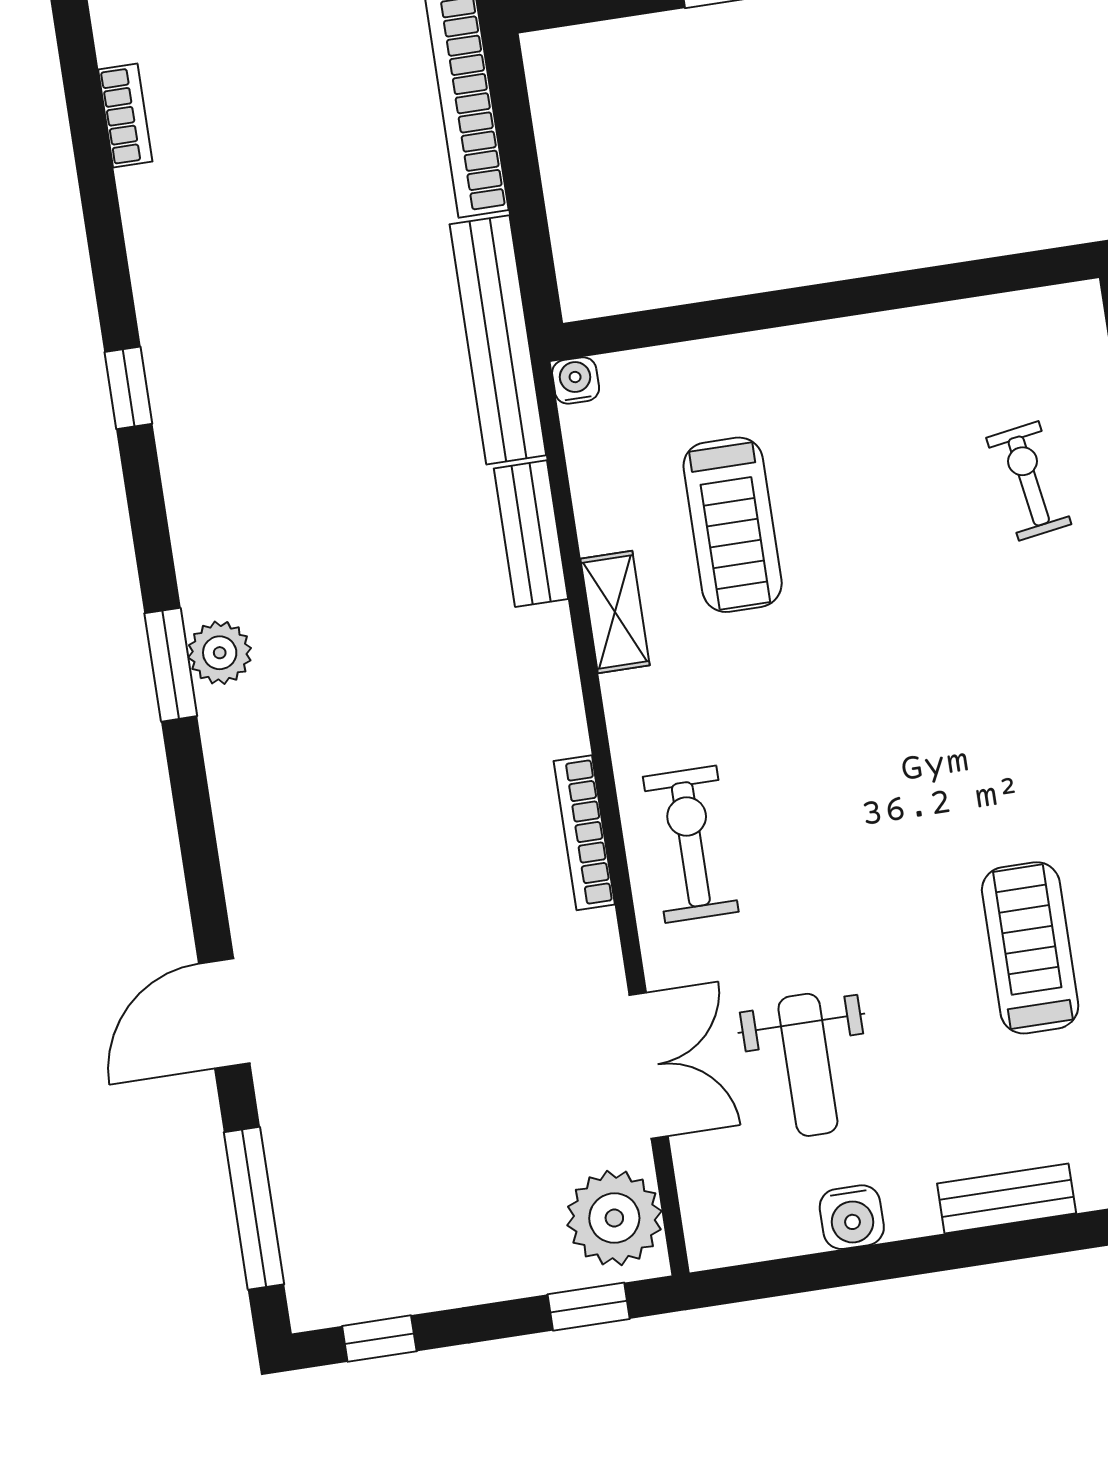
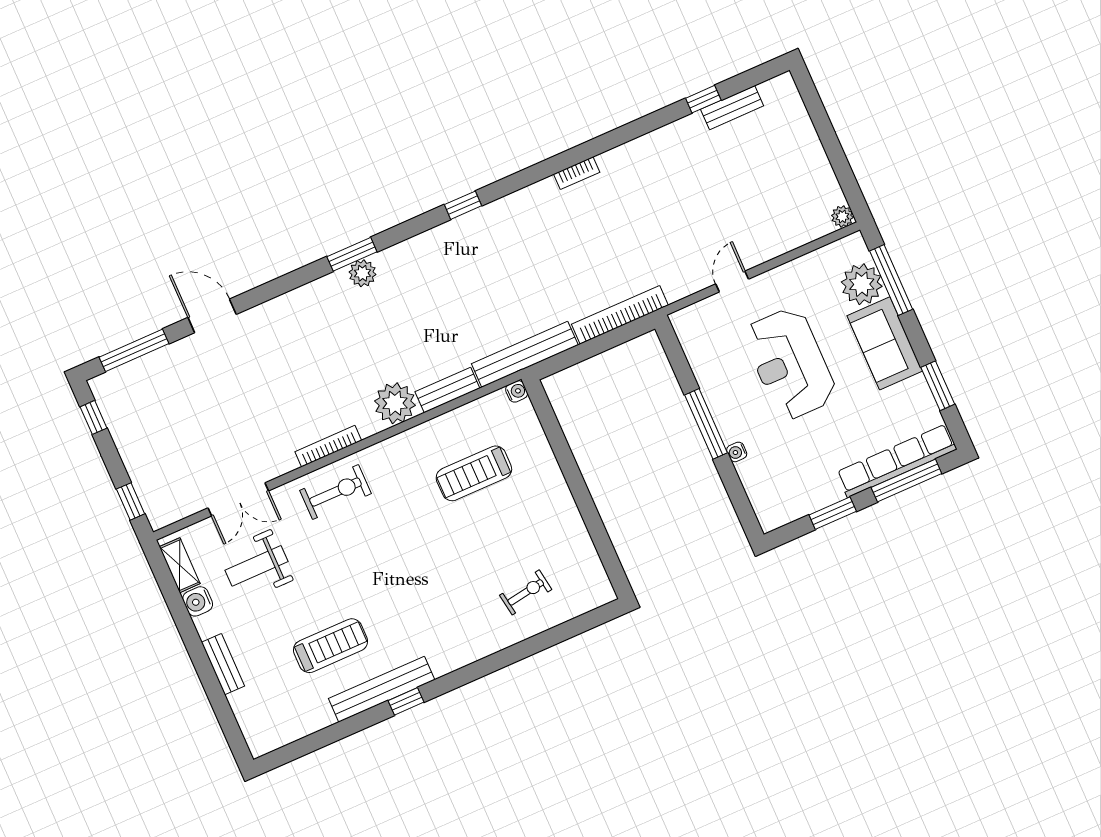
shelving: (615, 612) -> (180, 565), moved, turned 90
plant: (614, 1218) -> (395, 403), moved

